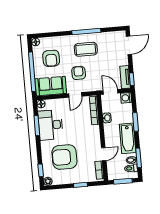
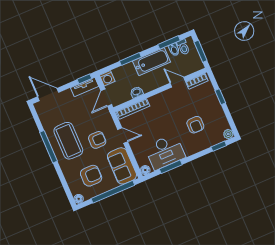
coffee table: (86, 49) -> (68, 141), width x1.36, depth x1.32
armchair: (79, 73) -> (97, 140), turned 180
armchair: (64, 157) -> (195, 125), width x0.53, depth x0.53

